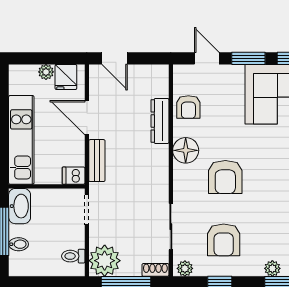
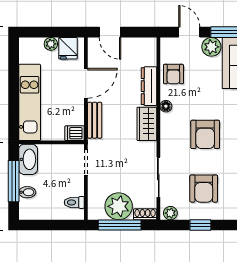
plant: (233, 75) -> (211, 47), added
door: (87, 118) -> (86, 83), swing flipped
floor lamp: (186, 150) -> (166, 106), width x0.53, depth x0.53
wardrobe: (157, 165) -> (147, 124), added
plant: (105, 261) -> (119, 206), moved

